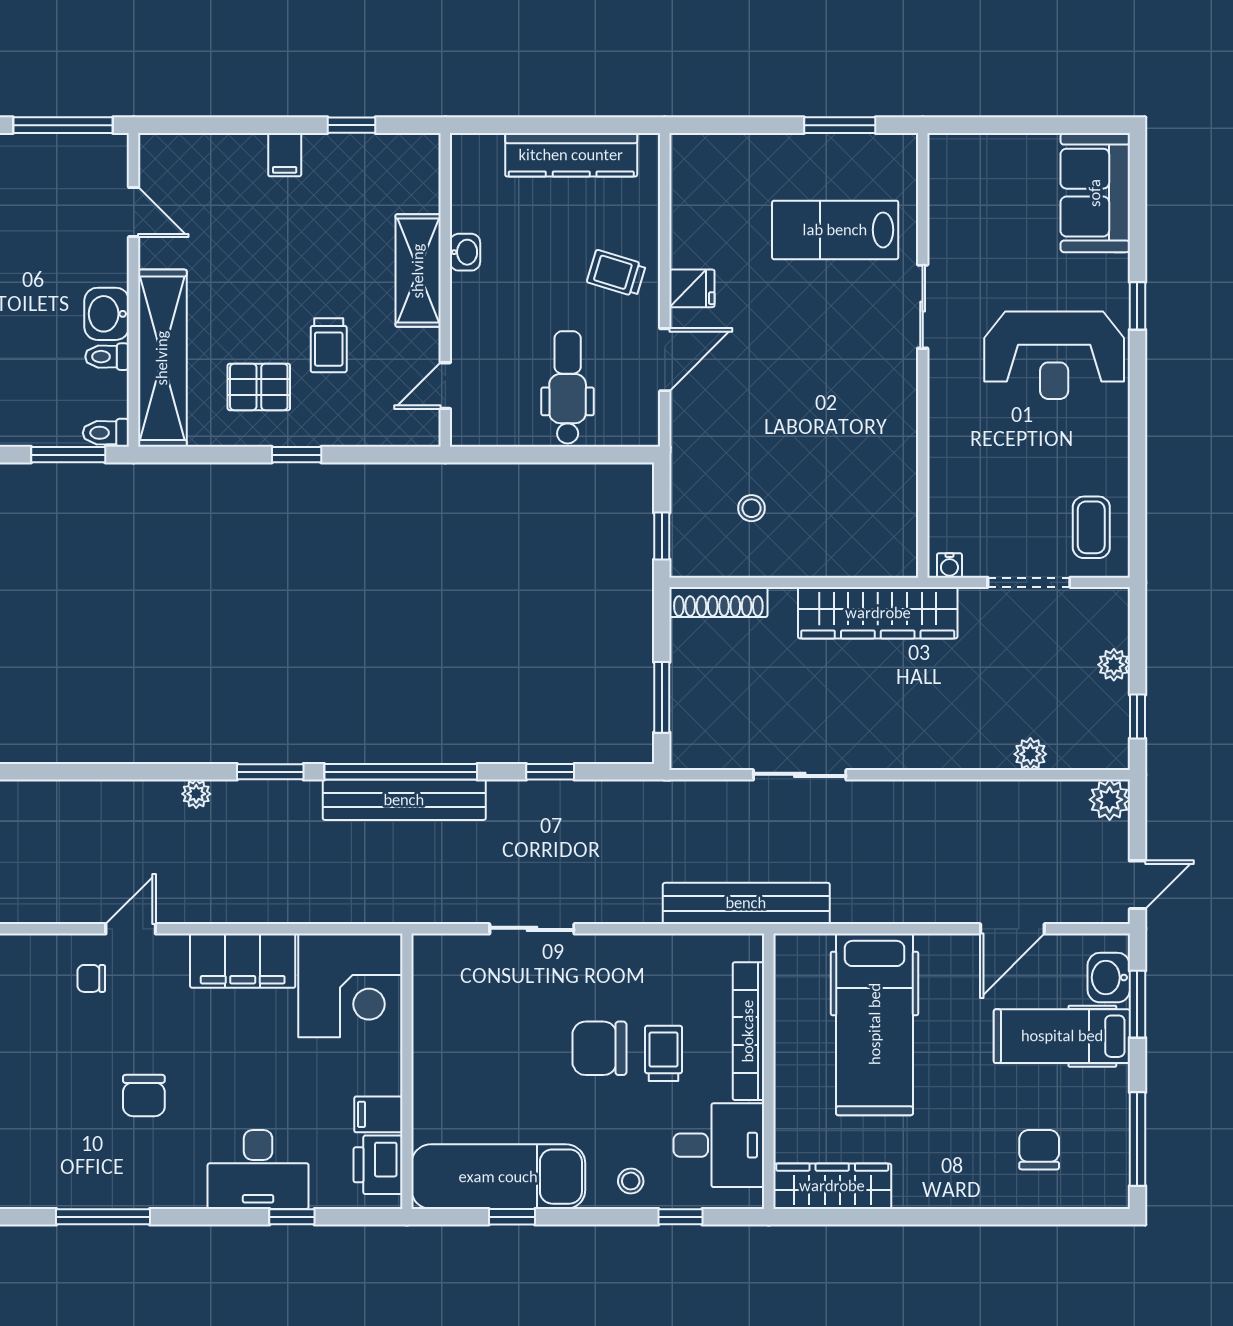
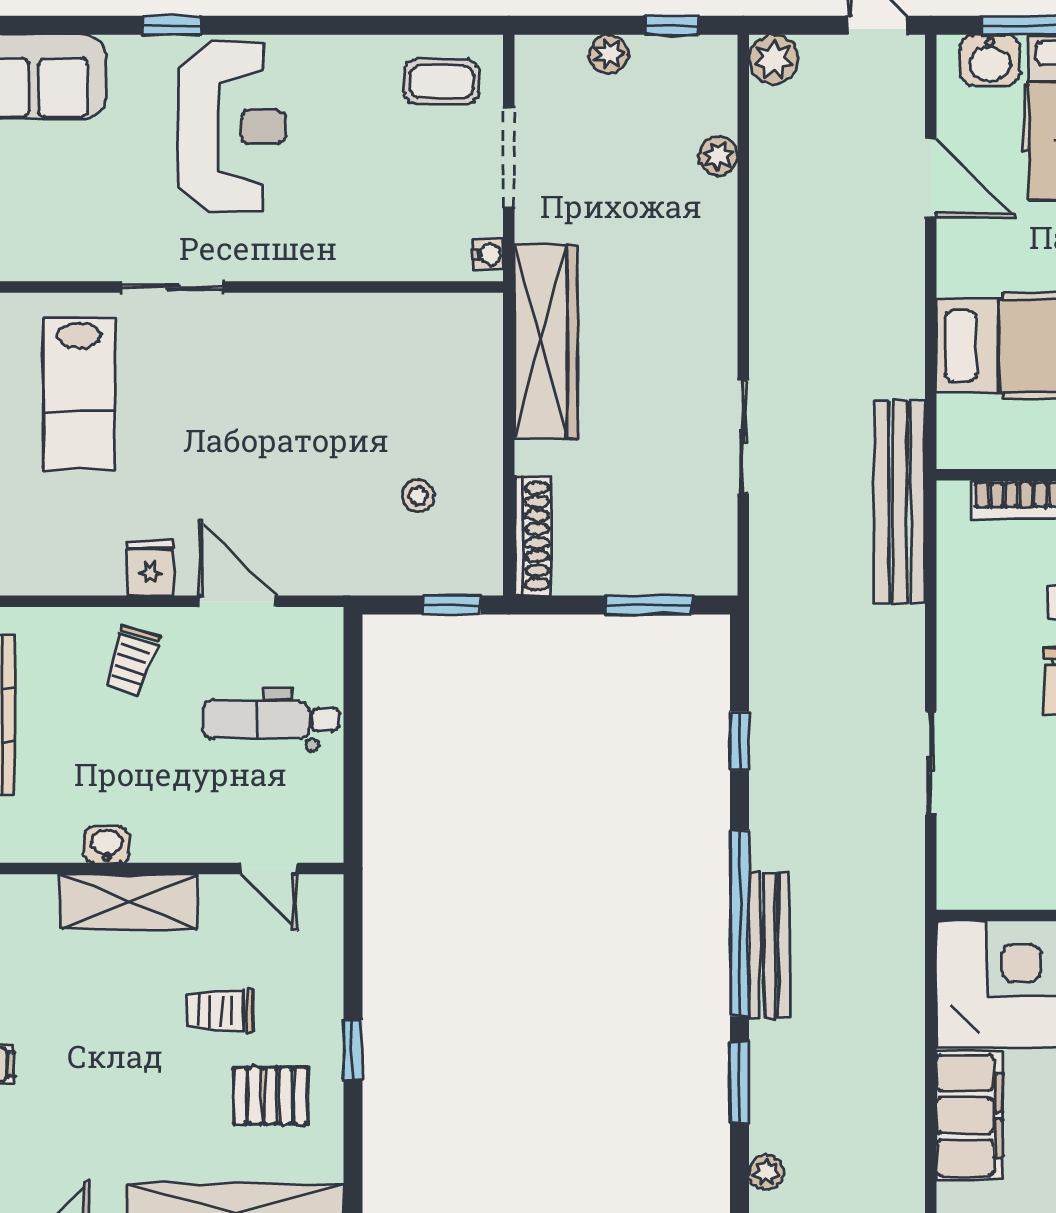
trolley: (329, 345) -> (220, 1011), turned 180
pallet: (259, 387) -> (271, 1096), turned 90
bench: (404, 800) -> (769, 945), width x0.73, depth x0.82

